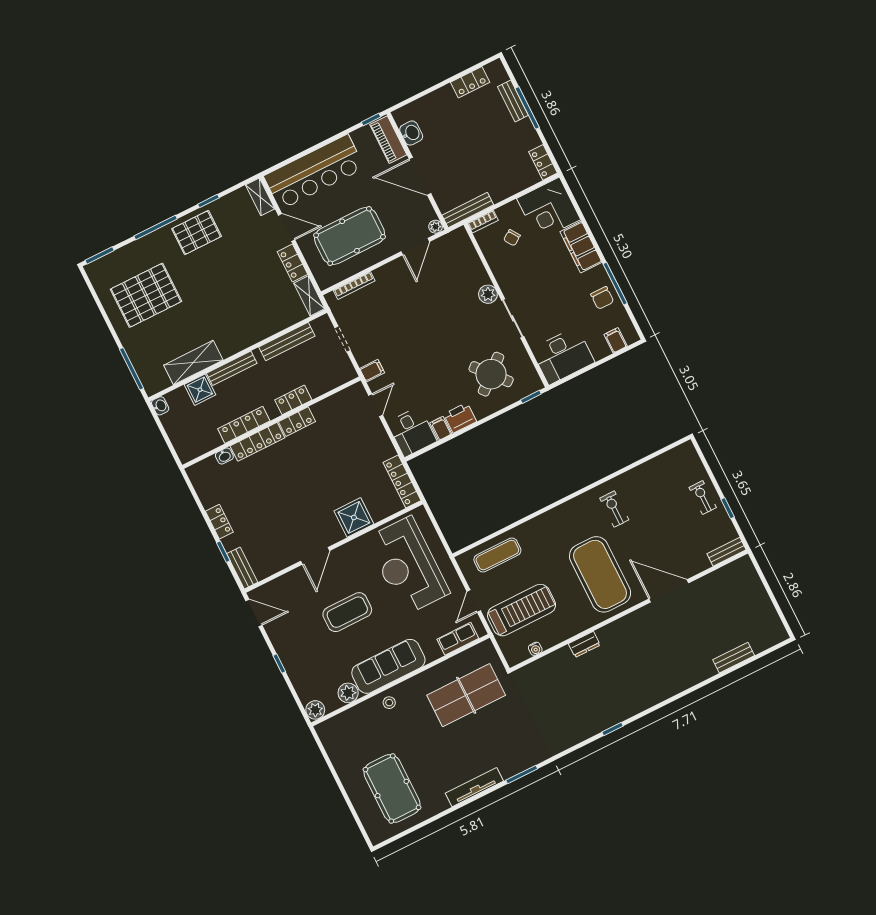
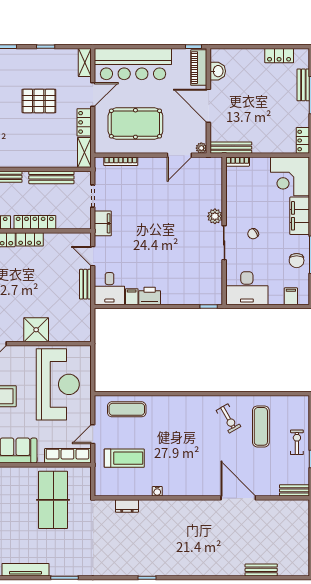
door: (287, 228) -> (93, 94), hinge flipped
pallet: (197, 233) -> (39, 101), moved
chair: (512, 238) -> (253, 234), moved
filing cabinet: (372, 371) -> (103, 223), width x2.00
round table: (491, 374) -> (188, 275), removed
locker: (293, 400) -> (35, 222), width x1.53
door: (376, 405) -> (93, 256), swing flipped
bench: (383, 440) -> (85, 284), added
locker: (402, 481) -> (84, 321), removed
exercise bike: (614, 509) -> (228, 418), turned 150
reception desk: (408, 566) -> (58, 384), turned 180
exercise mat: (600, 574) -> (261, 426), moved, width x0.50, depth x0.69
treadmill: (522, 610) -> (124, 458), width x0.73, depth x0.73
row of seats: (458, 639) -> (67, 456), width x1.48
dresser: (584, 644) -> (127, 506), moved
water cooler: (535, 649) -> (157, 491), moved
table tennis table: (466, 695) -> (53, 500), turned 90

